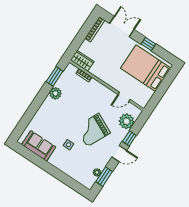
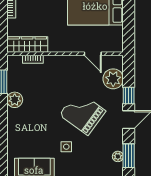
wardrobe: (82, 61) -> (27, 45), width x1.50
door: (124, 97) -> (93, 54), hinge flipped
grand piano: (93, 130) -> (82, 113), turned 100

